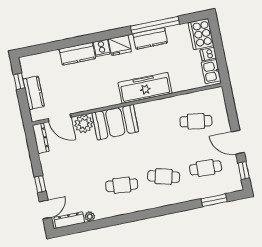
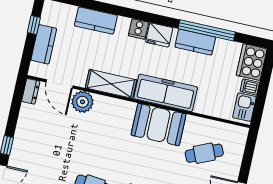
kitchen counter: (77, 54) -> (96, 21), moved
shelving: (99, 100) -> (111, 84), added
cafe table: (196, 121) -> (204, 153), turned -33
booth: (115, 122) -> (159, 125), moved
dresser: (41, 138) -> (31, 91), width x0.70

